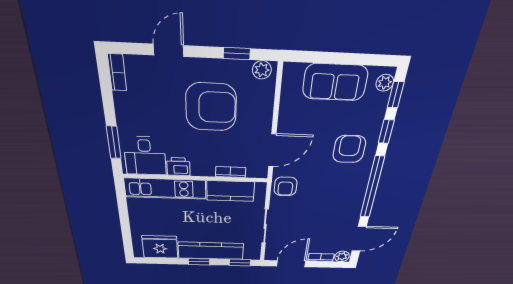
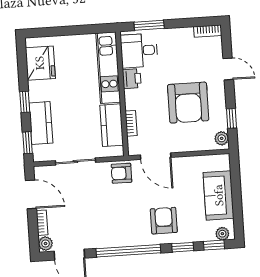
armchair: (349, 149) -> (164, 221), turned -90
kitchen counter: (211, 251) -> (41, 123), width x0.67

